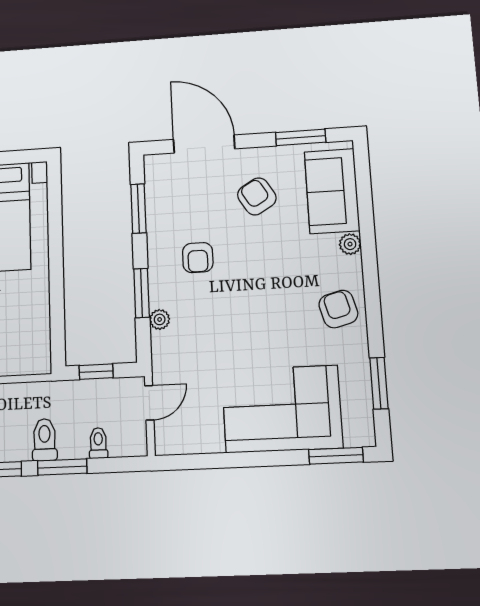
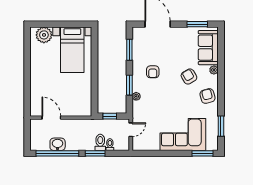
armchair: (257, 196) -> (189, 76), moved
toilet: (45, 440) -> (100, 142), moved

